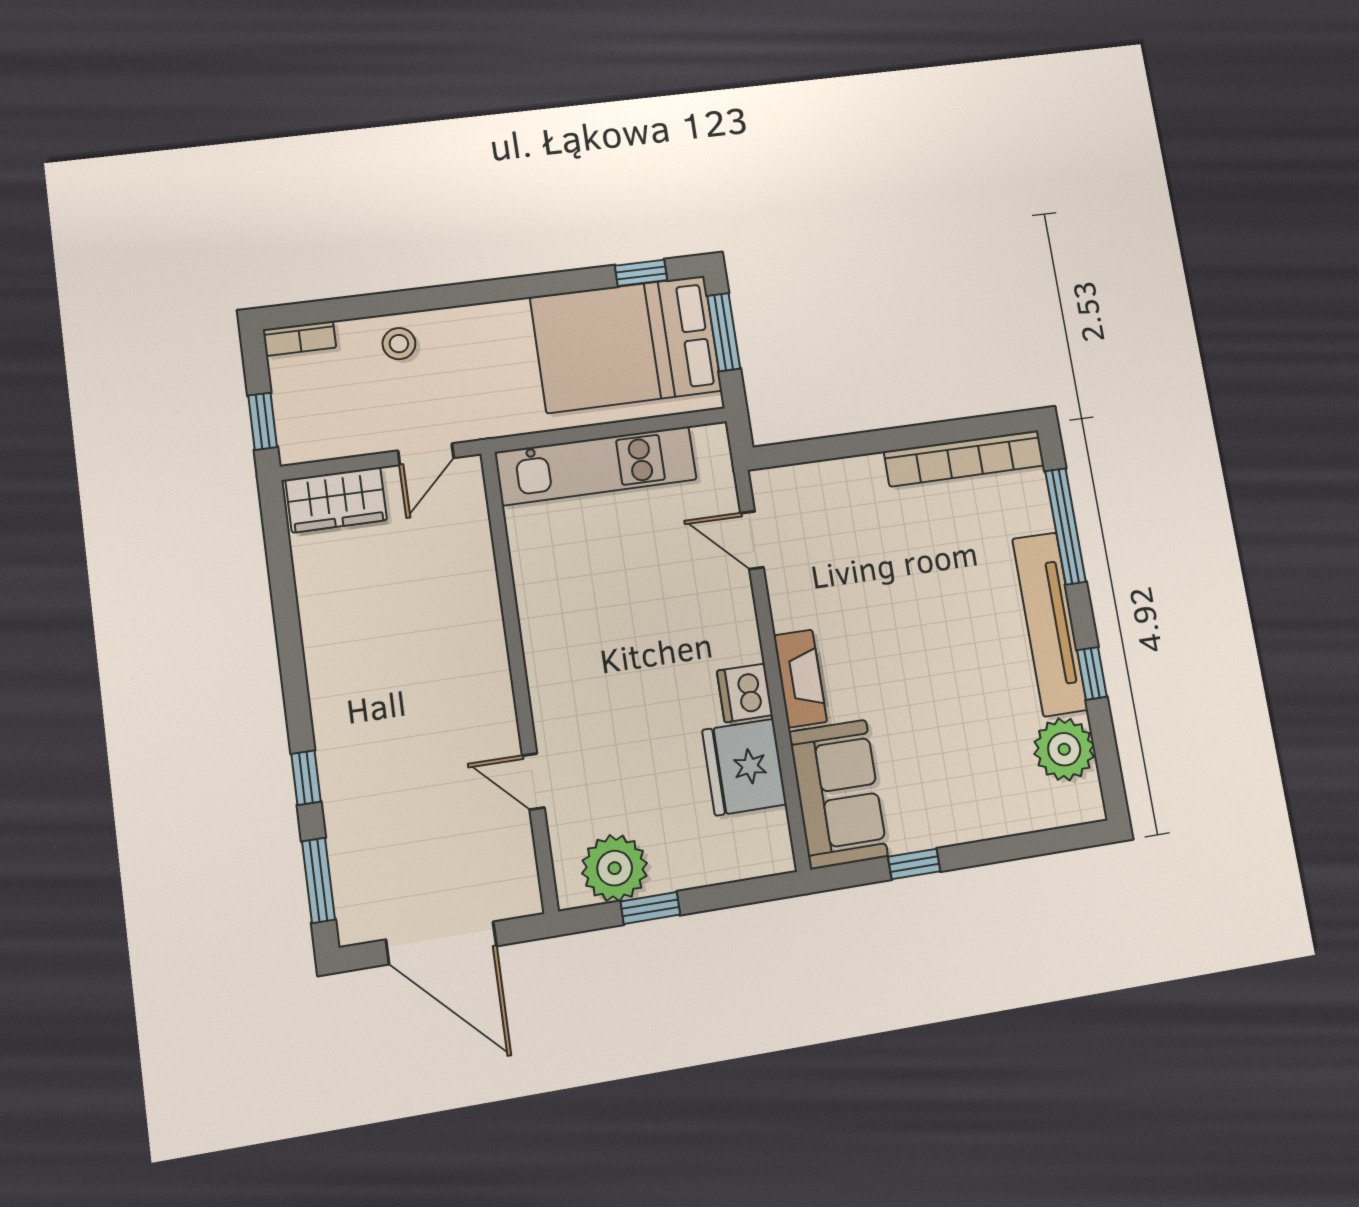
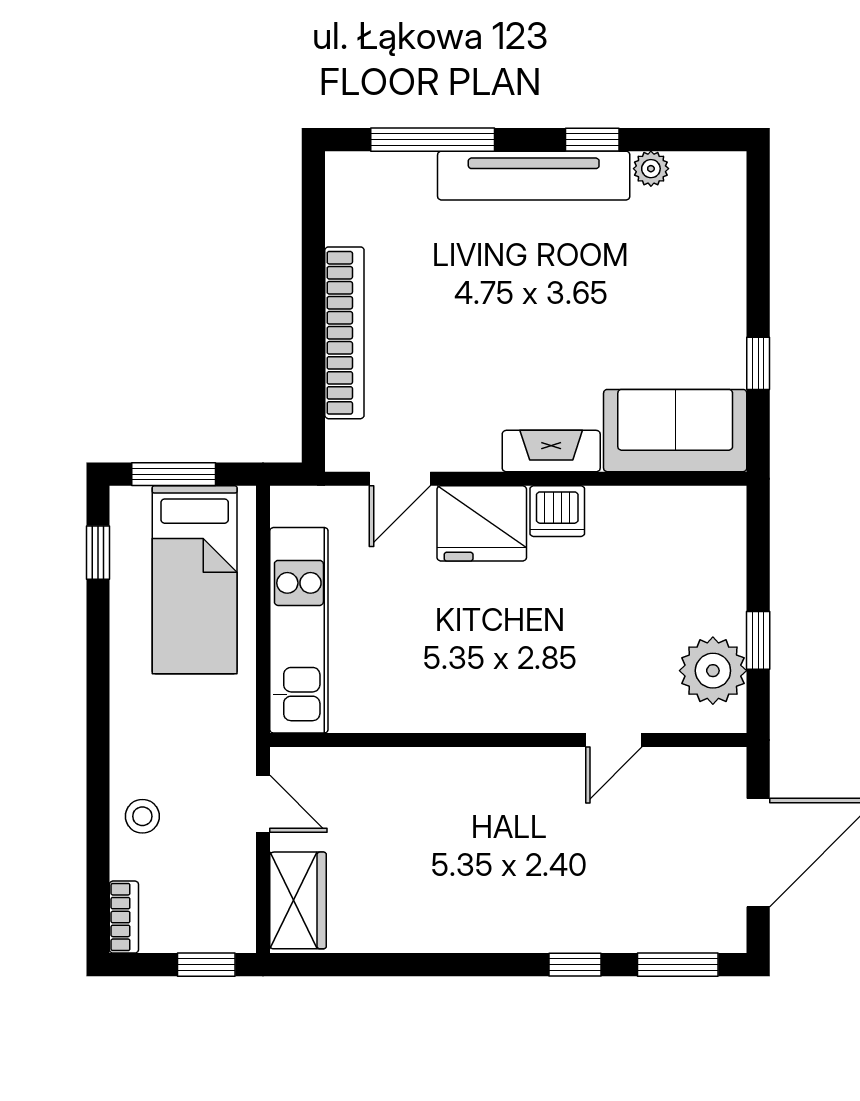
bed: (626, 344) -> (195, 580), width x0.67
bookcase: (964, 458) -> (344, 333), moved
plant: (1064, 749) -> (651, 169), width x0.53, depth x0.53
fridge: (744, 767) -> (482, 523), moved

